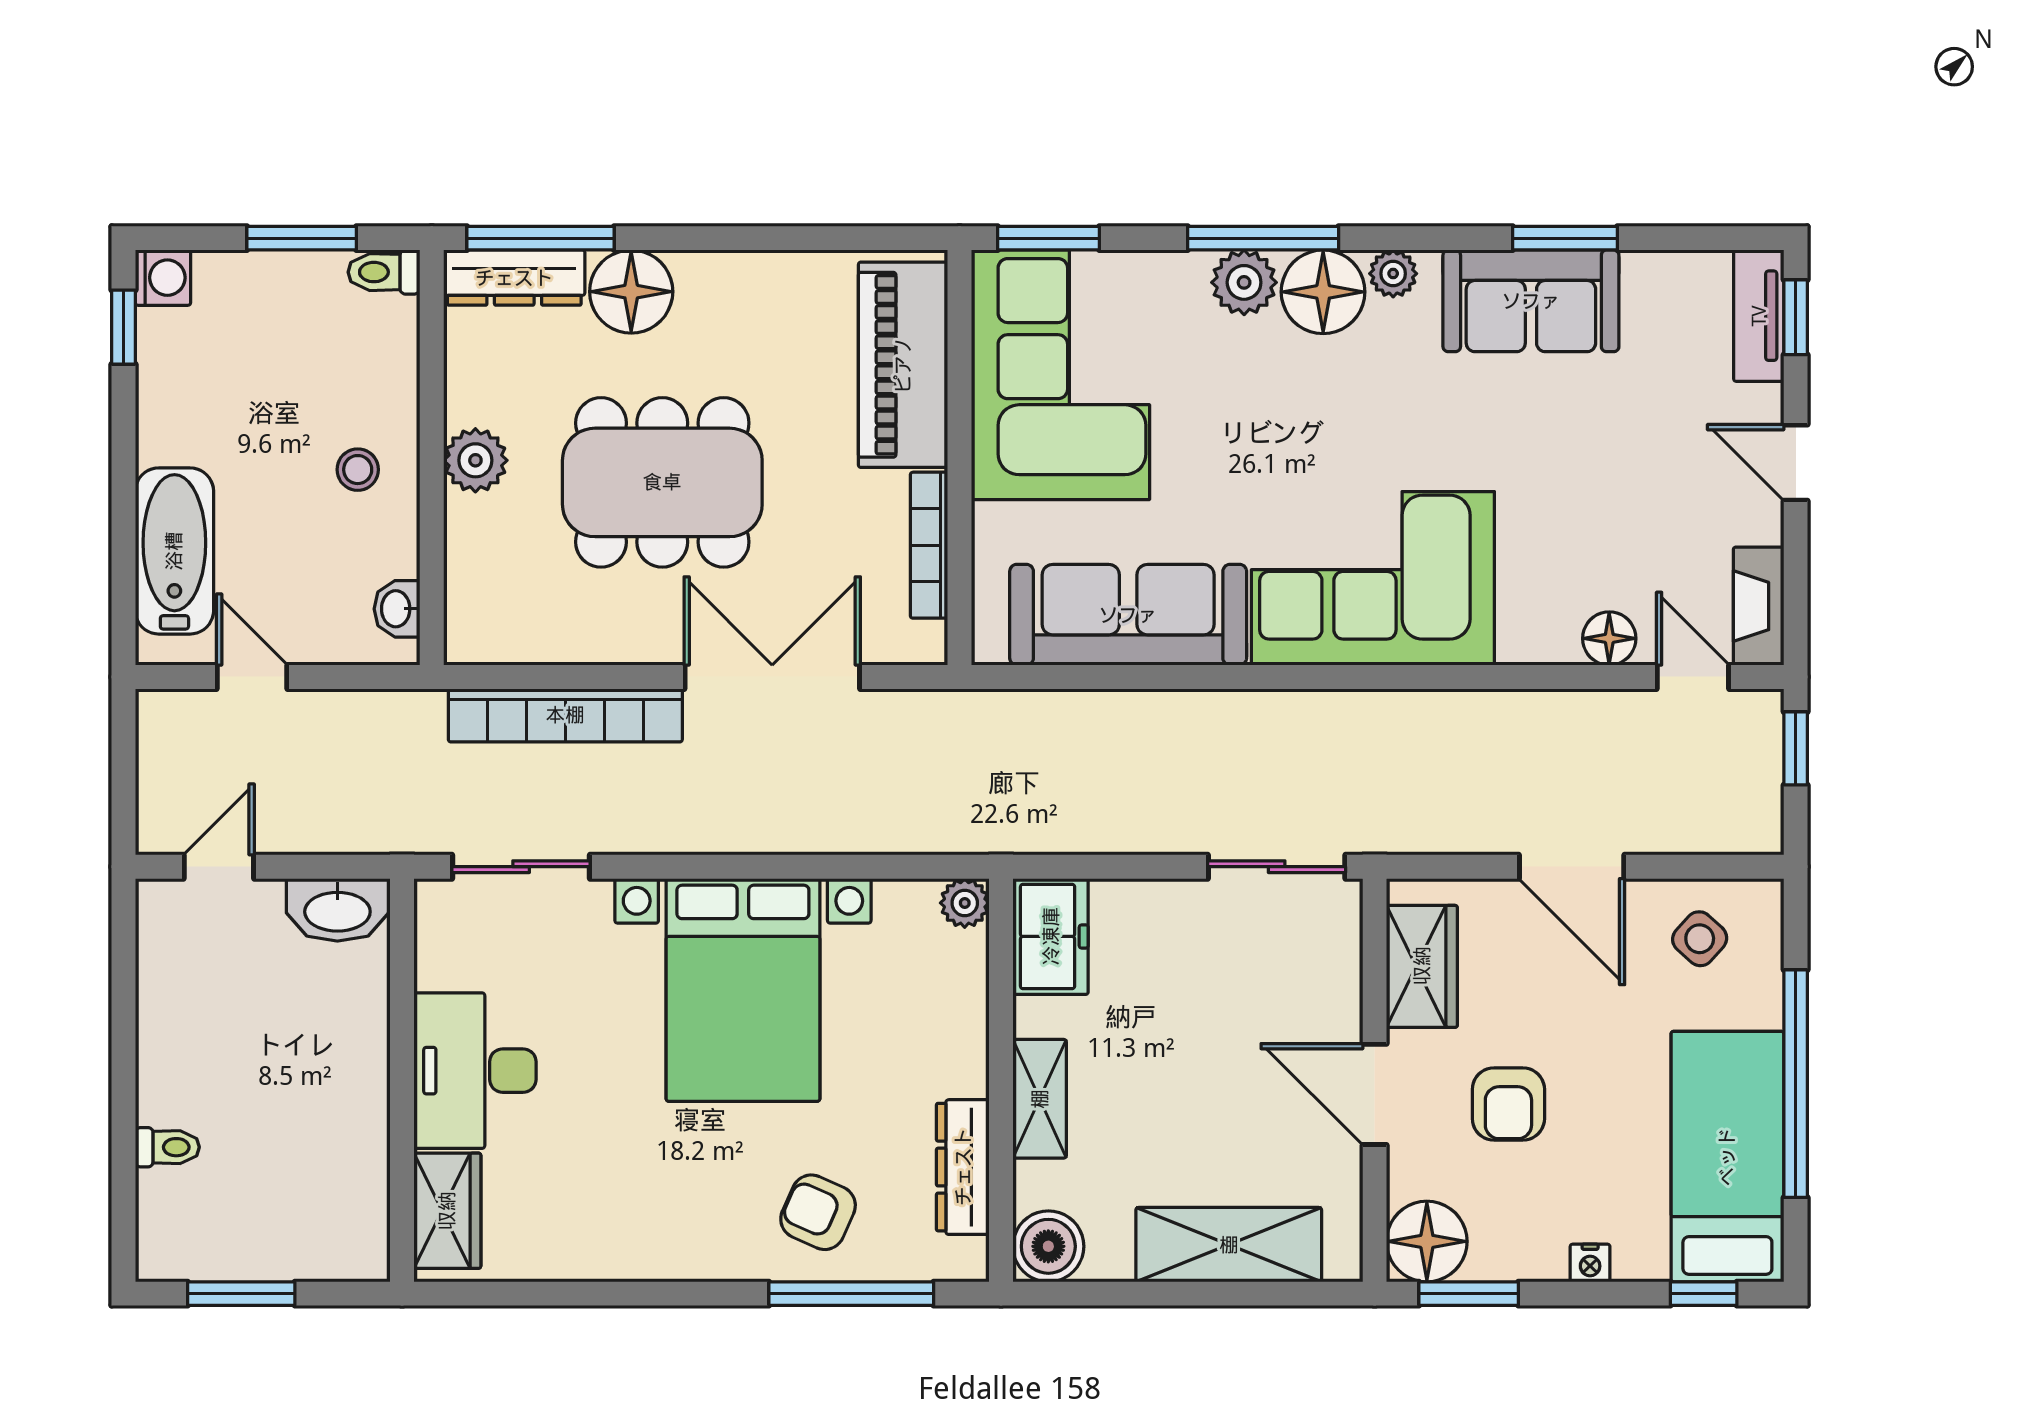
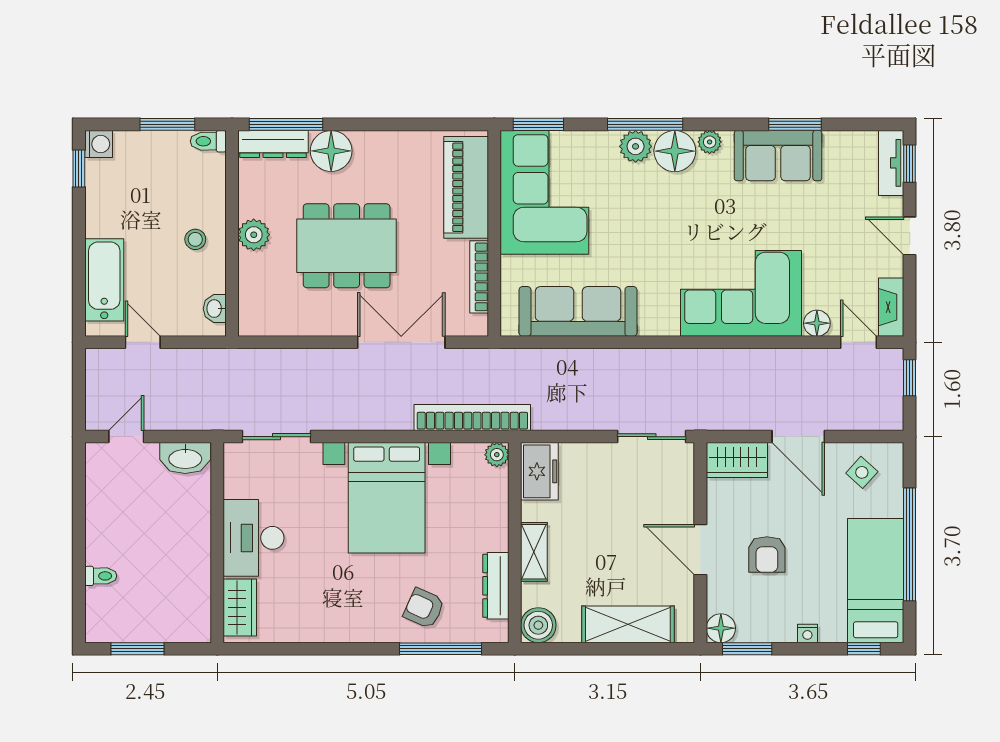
corner sofa: (1373, 578) -> (741, 293), moved
bookcase: (565, 715) -> (472, 418), moved, turned 180
wardrobe: (1422, 966) -> (737, 460), moved, turned 90
floor lamp: (1427, 1241) -> (721, 628), width x0.73, depth x0.73

